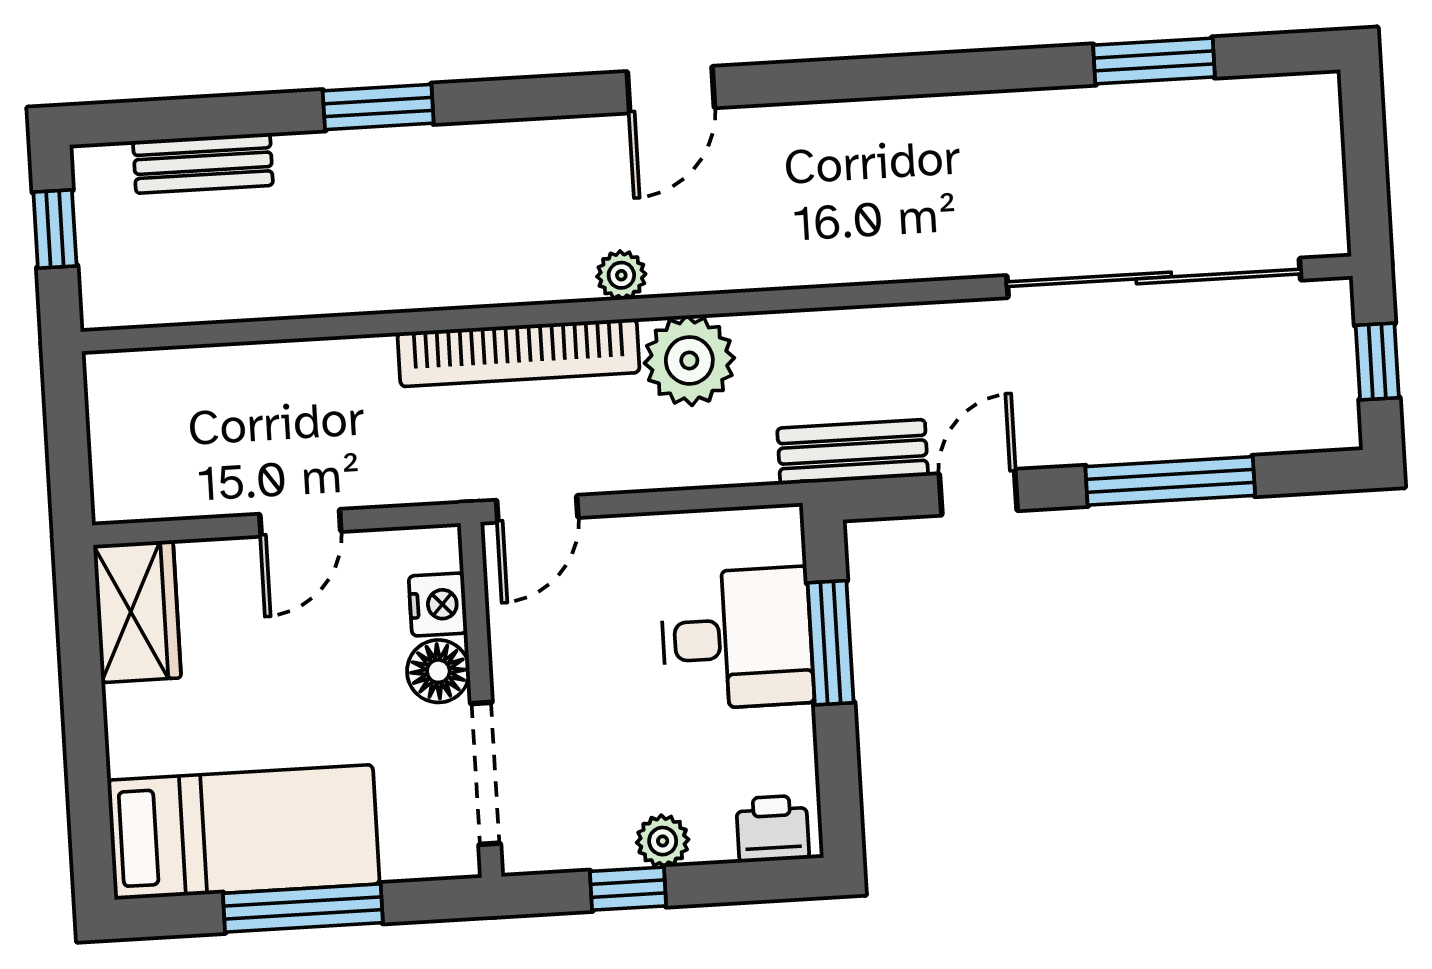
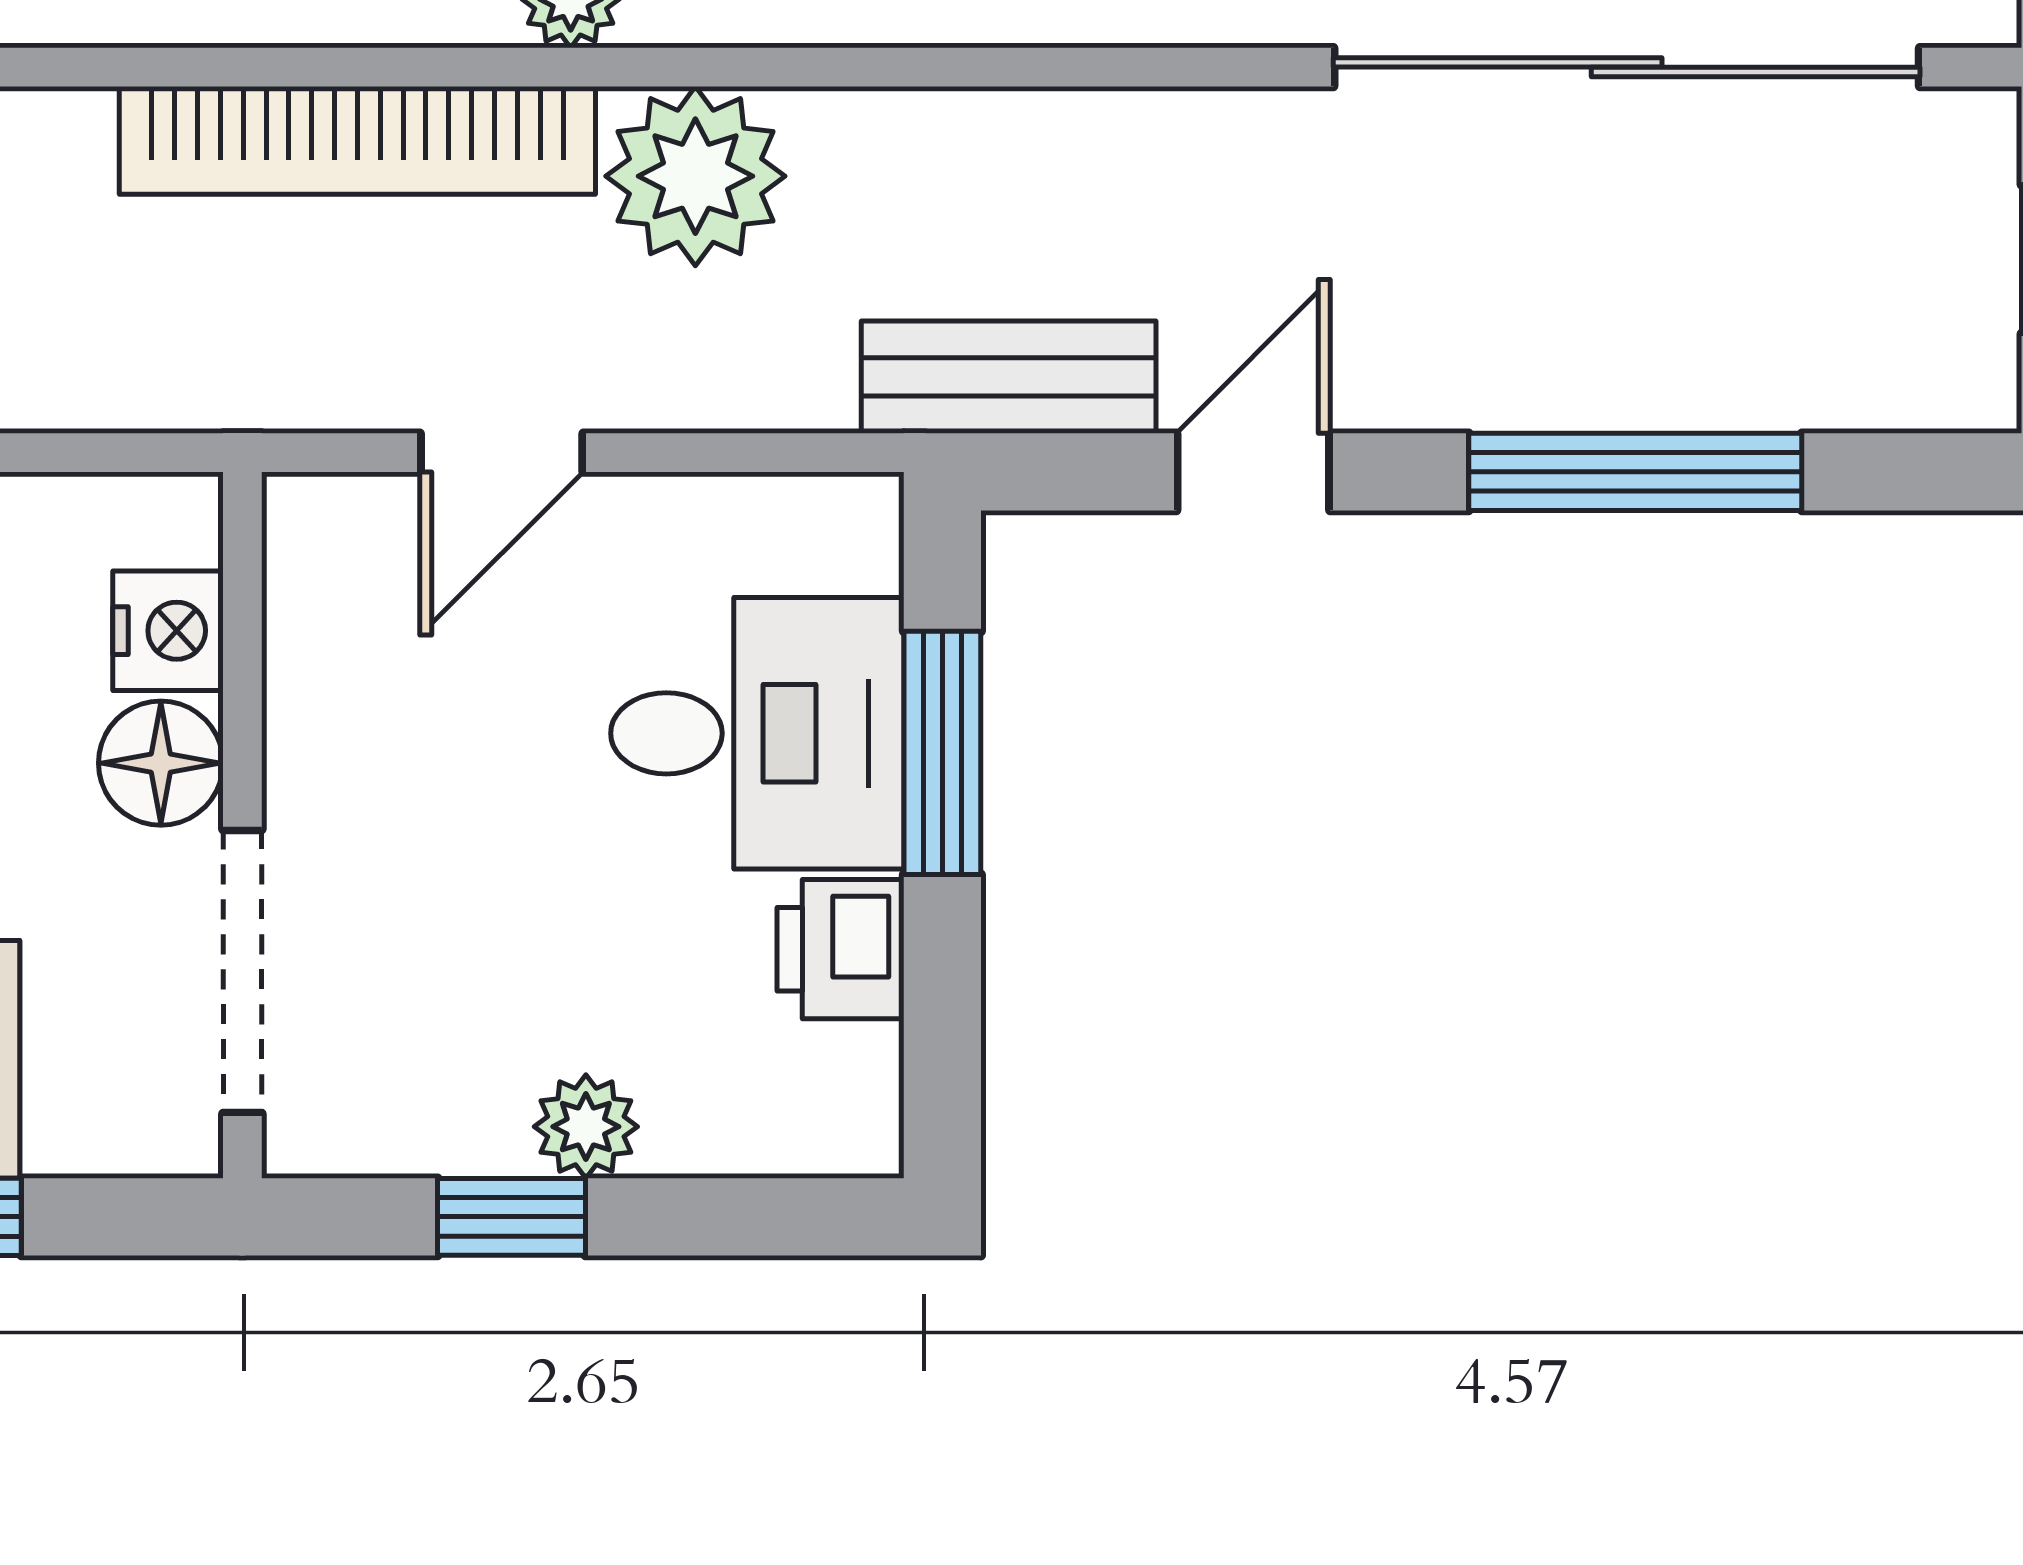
door: (537, 509) -> (502, 453), moved
printer: (773, 829) -> (841, 949), moved, turned -90

